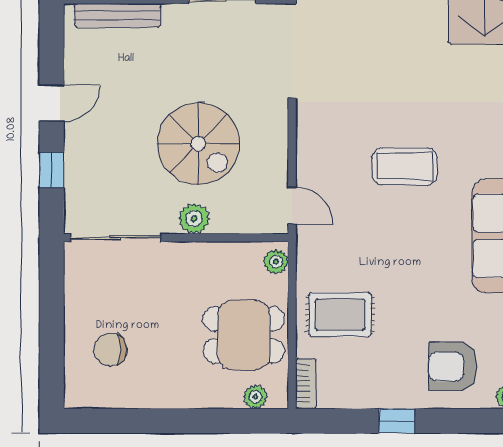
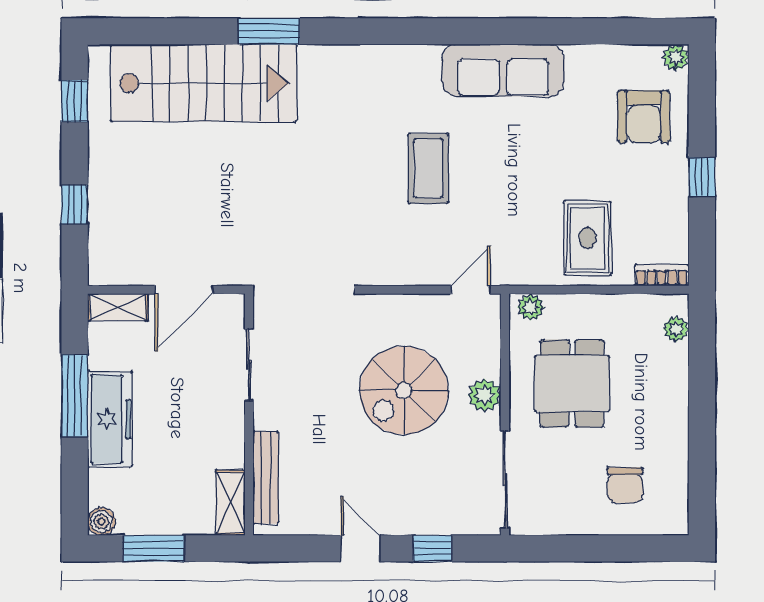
spiral stairs: (198, 144) -> (404, 390), turned 180
dining table: (244, 335) -> (572, 384), moved

